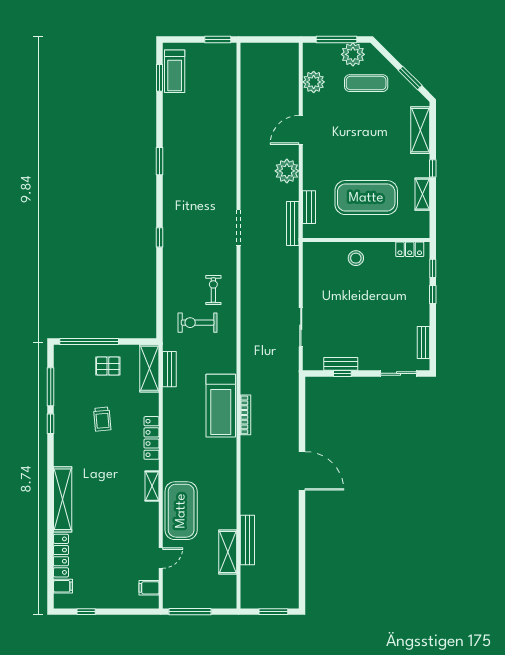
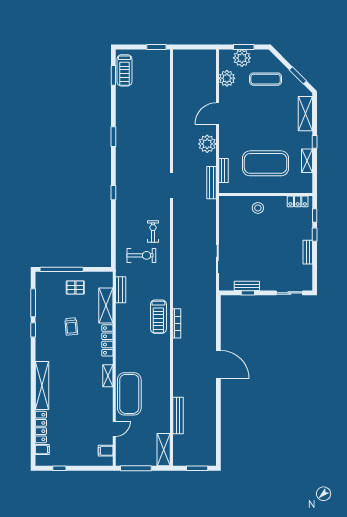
window: (337, 39) -> (244, 47), width x0.69
plant: (353, 54) -> (242, 58), moved
exercise bike: (198, 323) -> (141, 255), turned 180
bench: (424, 343) -> (308, 252), moved
shelving: (149, 368) -> (106, 305), moved
treadmill: (221, 406) -> (158, 317), width x0.73, depth x0.73
shelving: (228, 552) -> (164, 450), moved

